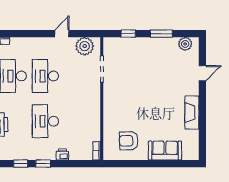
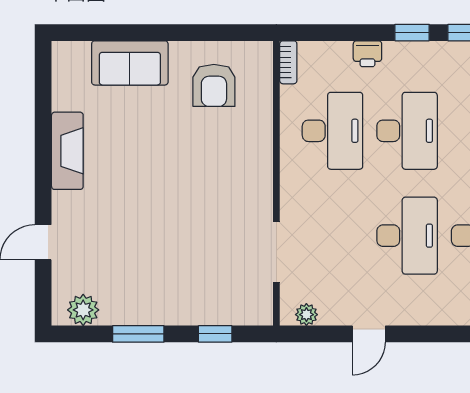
plant: (85, 46) -> (306, 315), width x0.53, depth x0.53
desk: (78, 121) -> (332, 131), added
armchair: (129, 141) -> (214, 85), turned 92

